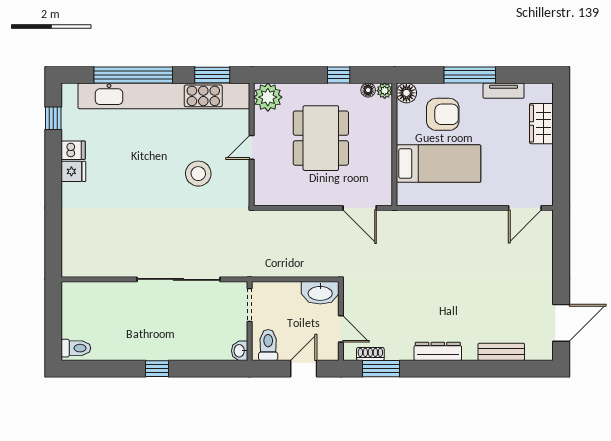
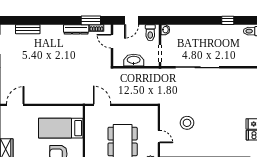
door: (252, 147) -> (159, 137), hinge flipped
washbasin: (320, 293) -> (134, 60), moved
dresser: (438, 351) -> (76, 29), moved
window: (157, 369) -> (228, 20), moved

